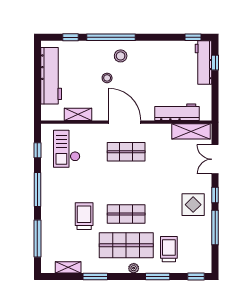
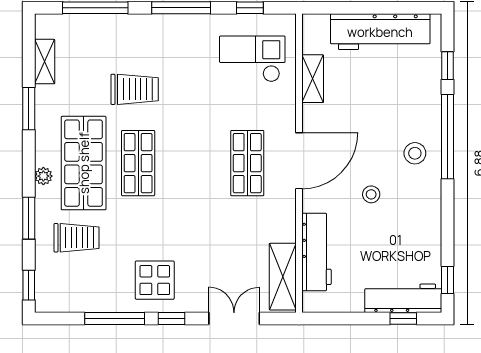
stool: (107, 78) -> (371, 194), moved

